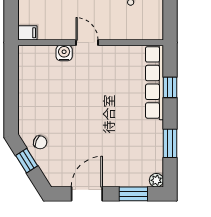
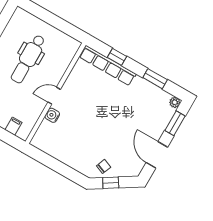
filing cabinet: (27, 33) -> (13, 126), moved

